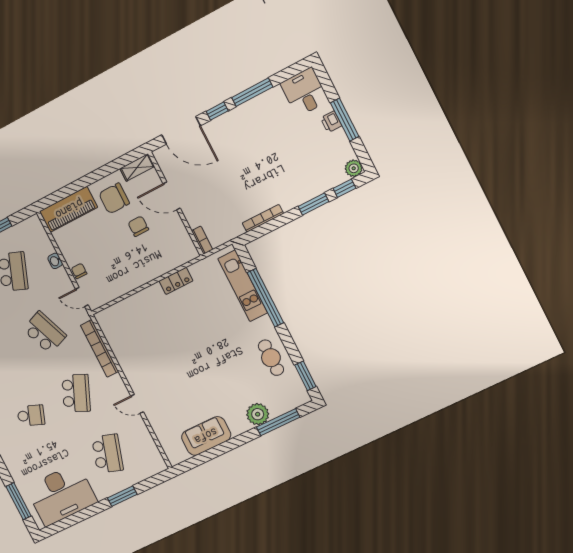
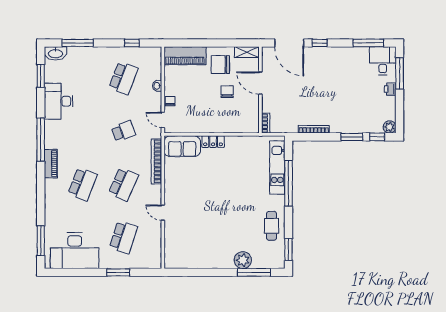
window: (252, 92) -> (368, 43), moved
window: (345, 120) -> (400, 73), moved
locker: (176, 281) -> (213, 142), moved
school desk: (45, 332) -> (123, 131), width x0.54
school desk: (31, 415) -> (83, 184), width x1.85
sofa: (206, 436) -> (182, 146), moved, turned 180

